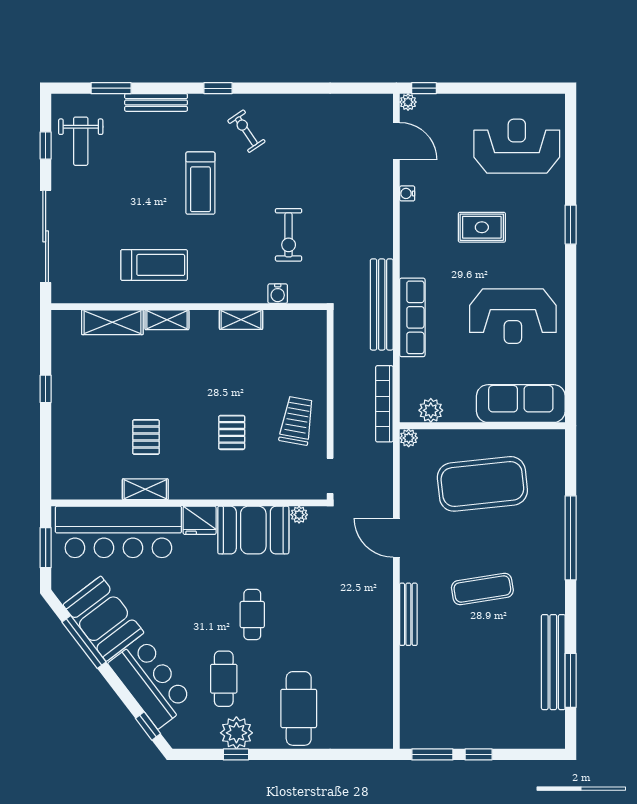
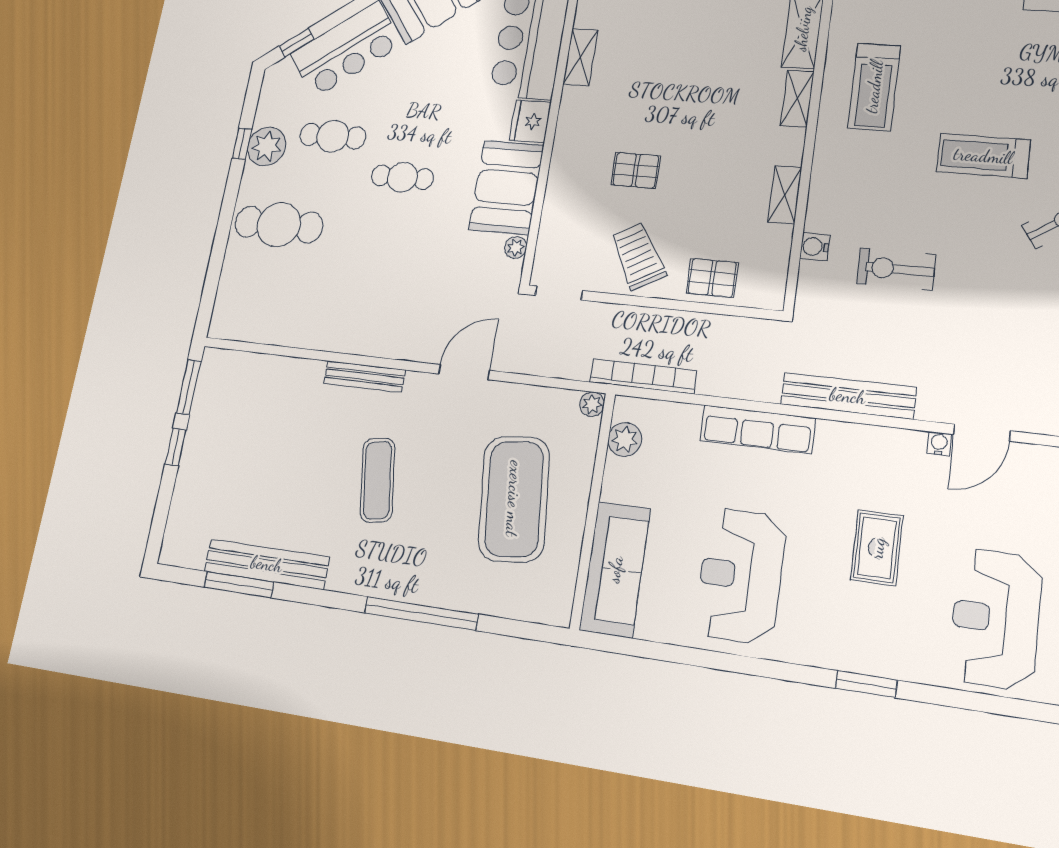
door: (396, 141) -> (982, 433), moved
reception desk: (517, 146) -> (996, 619), turned 180
bench: (382, 304) -> (848, 396), moved
trolley: (297, 421) -> (638, 256), turned -130
pallet: (146, 437) -> (712, 278), moved

